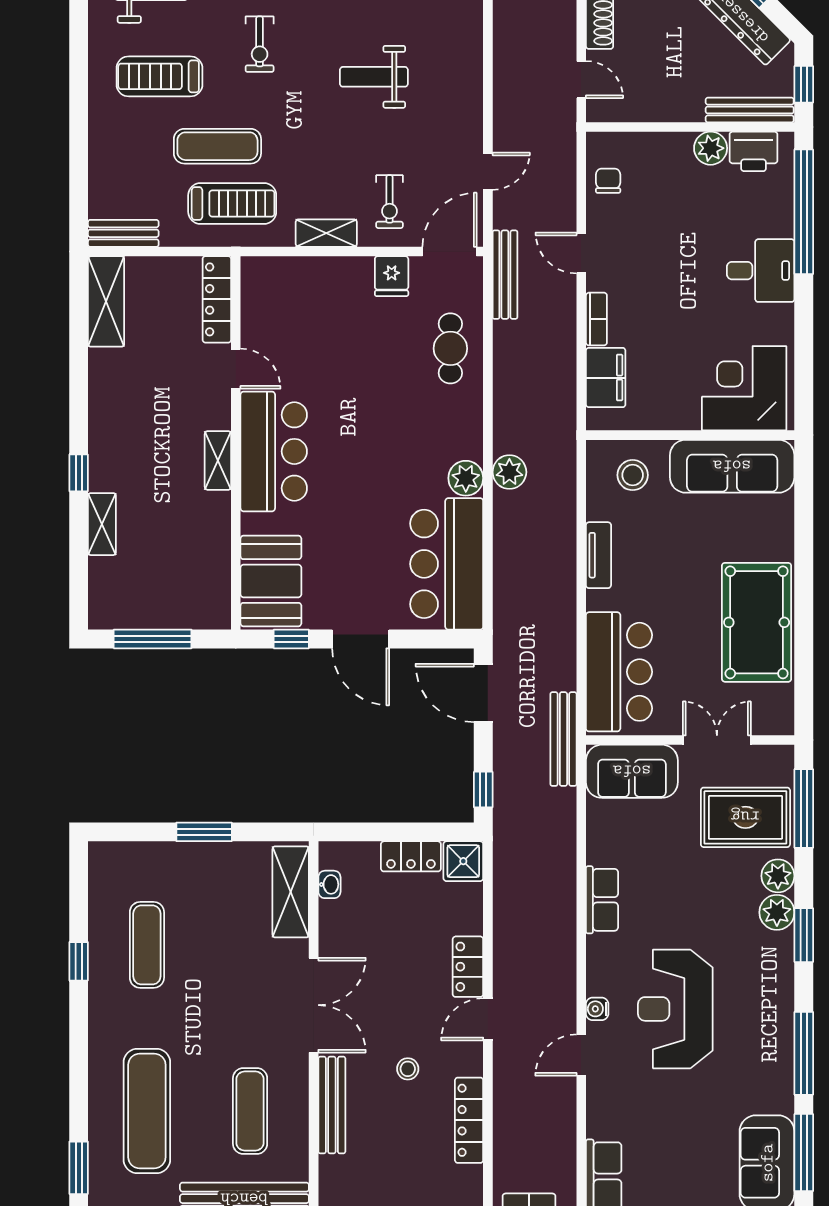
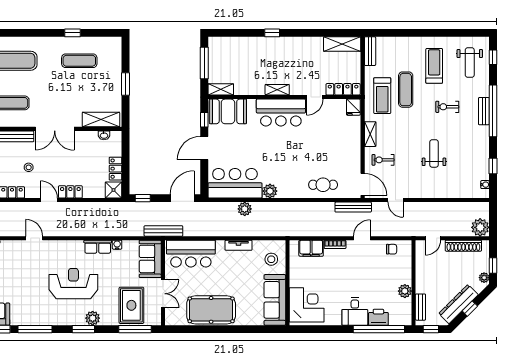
bench: (750, 110) -> (420, 307), width x0.73
printer: (754, 151) -> (378, 317), moved, turned 90
fridge: (392, 276) -> (353, 107), moved, turned -90
plant: (509, 472) -> (245, 209), moved
shelving: (102, 524) -> (221, 89), moved
plant: (778, 876) -> (107, 319), removed
water cooler: (597, 1009) -> (117, 245), moved
reception desk: (675, 1009) -> (73, 284), moved

